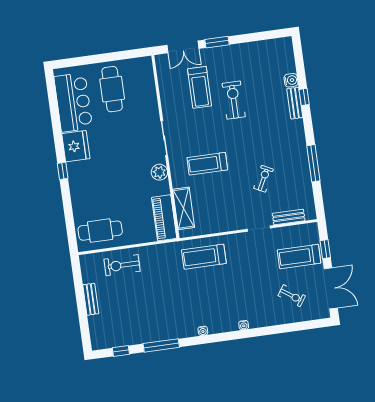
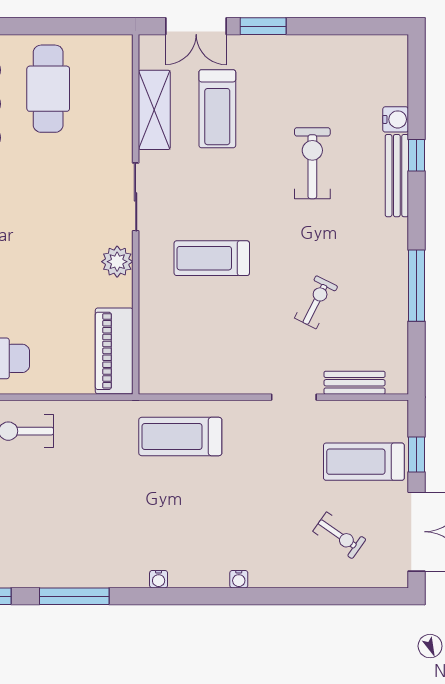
exercise bike: (234, 100) -> (312, 163), moved
bench: (295, 103) -> (397, 176), width x1.36
shelving: (184, 208) -> (154, 110), moved

